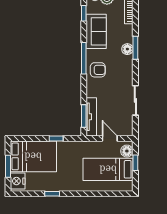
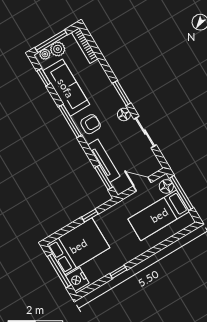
sofa: (96, 31) -> (66, 88), width x1.36
window: (135, 48) -> (122, 93), moved
floor lamp: (127, 49) -> (124, 114), moved
tv unit: (91, 117) -> (104, 161), moved
window: (135, 163) -> (181, 193), width x2.17
window: (8, 166) -> (59, 271), width x1.44

